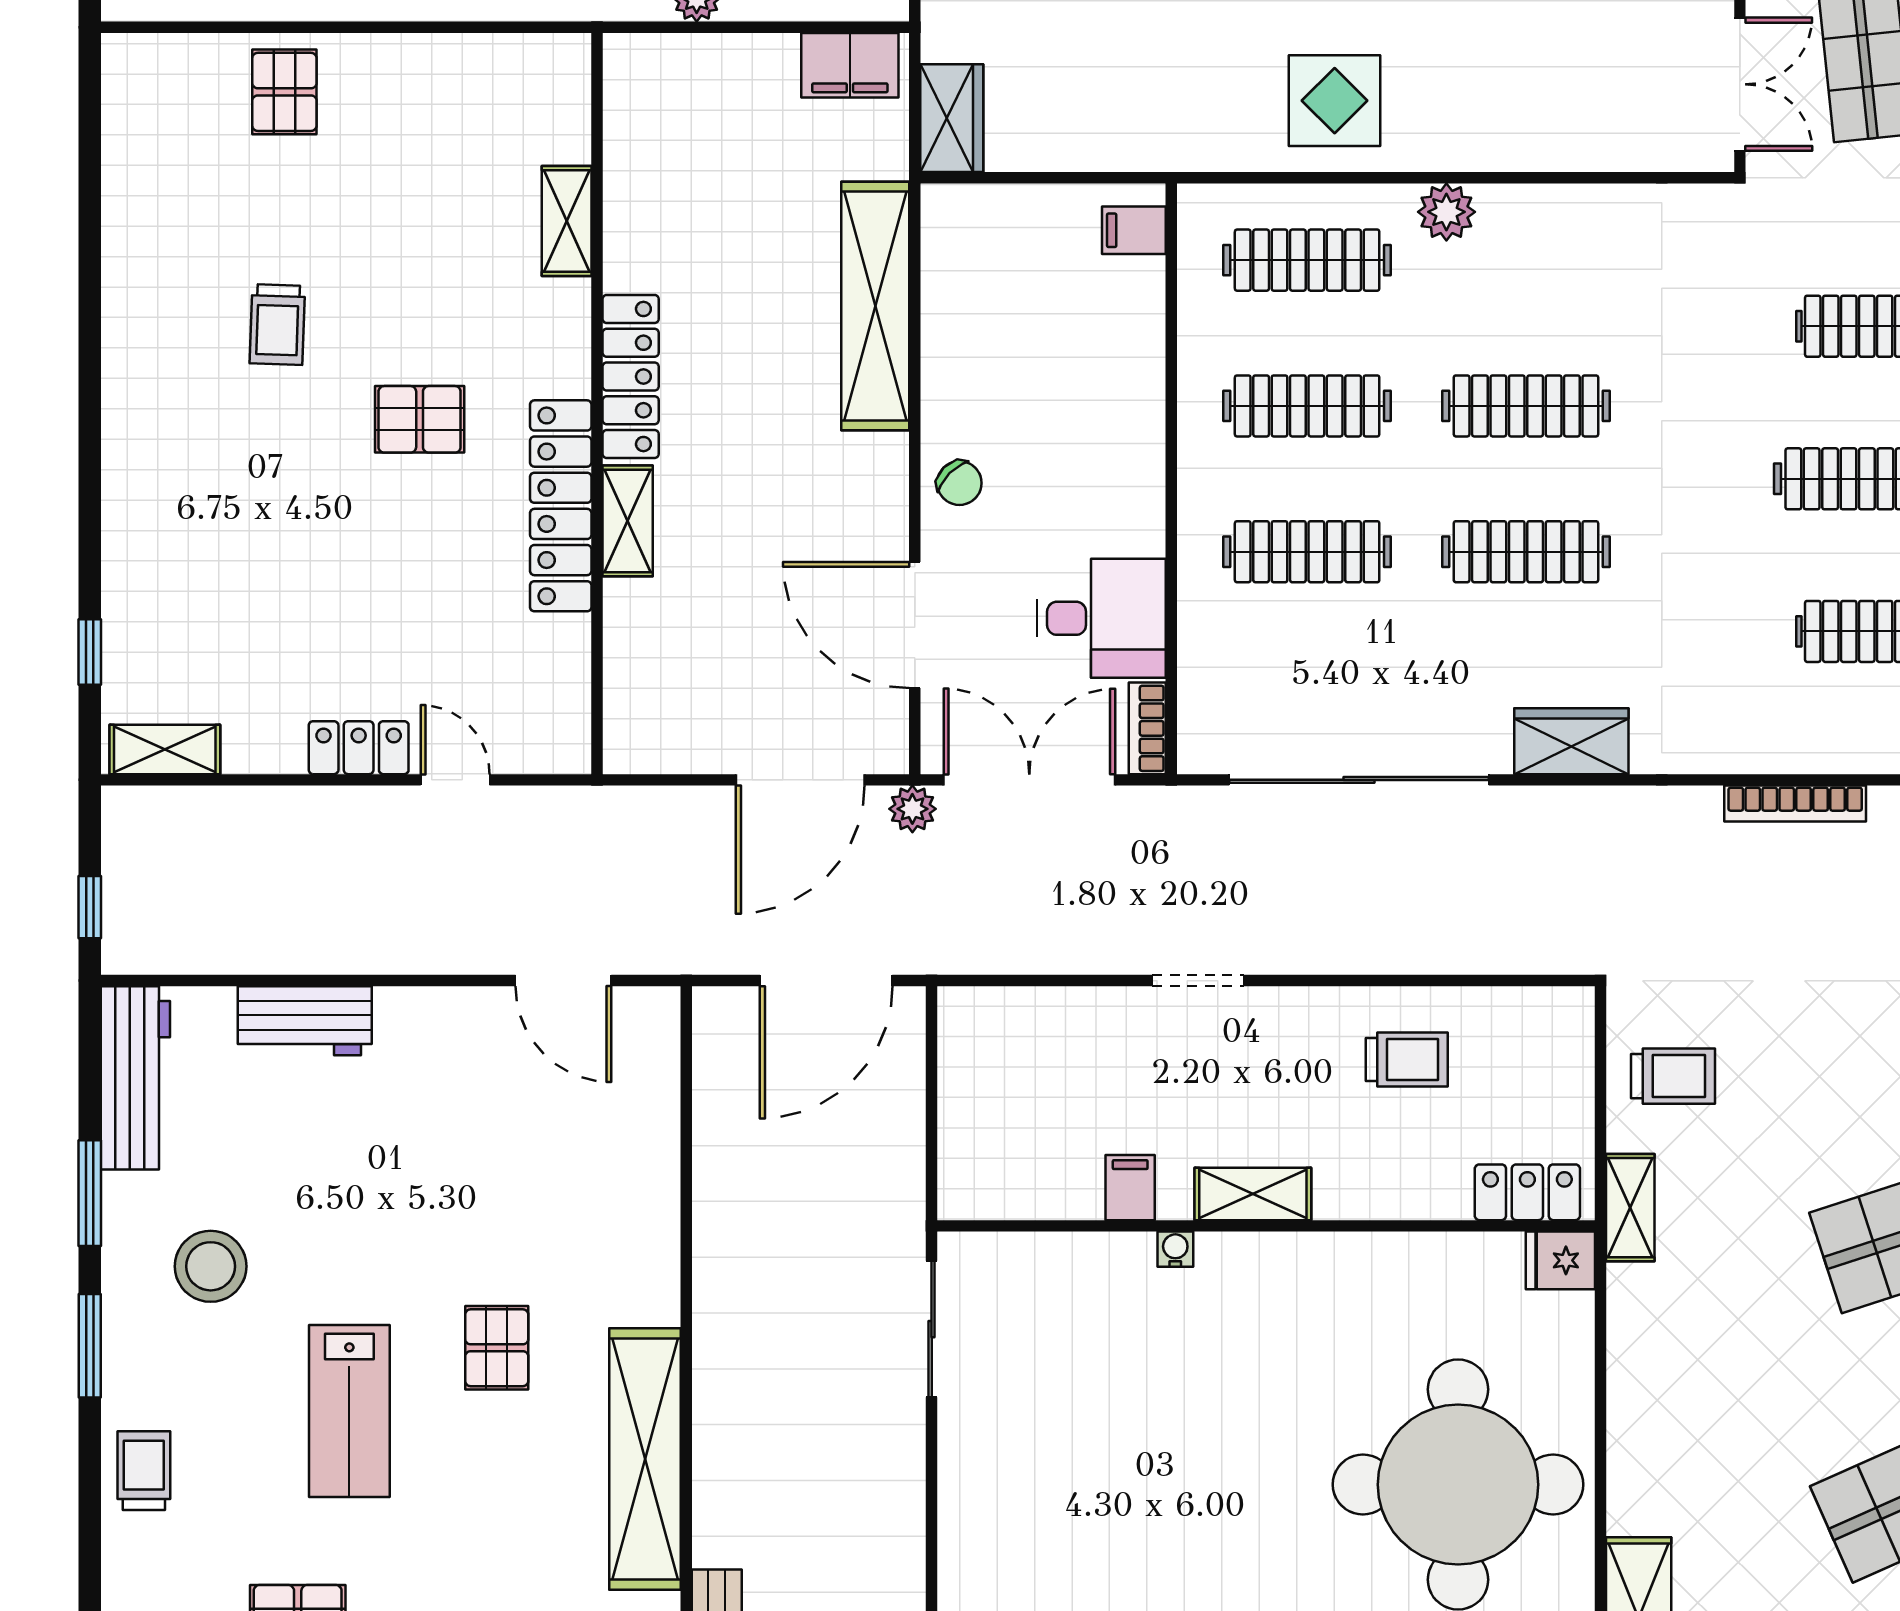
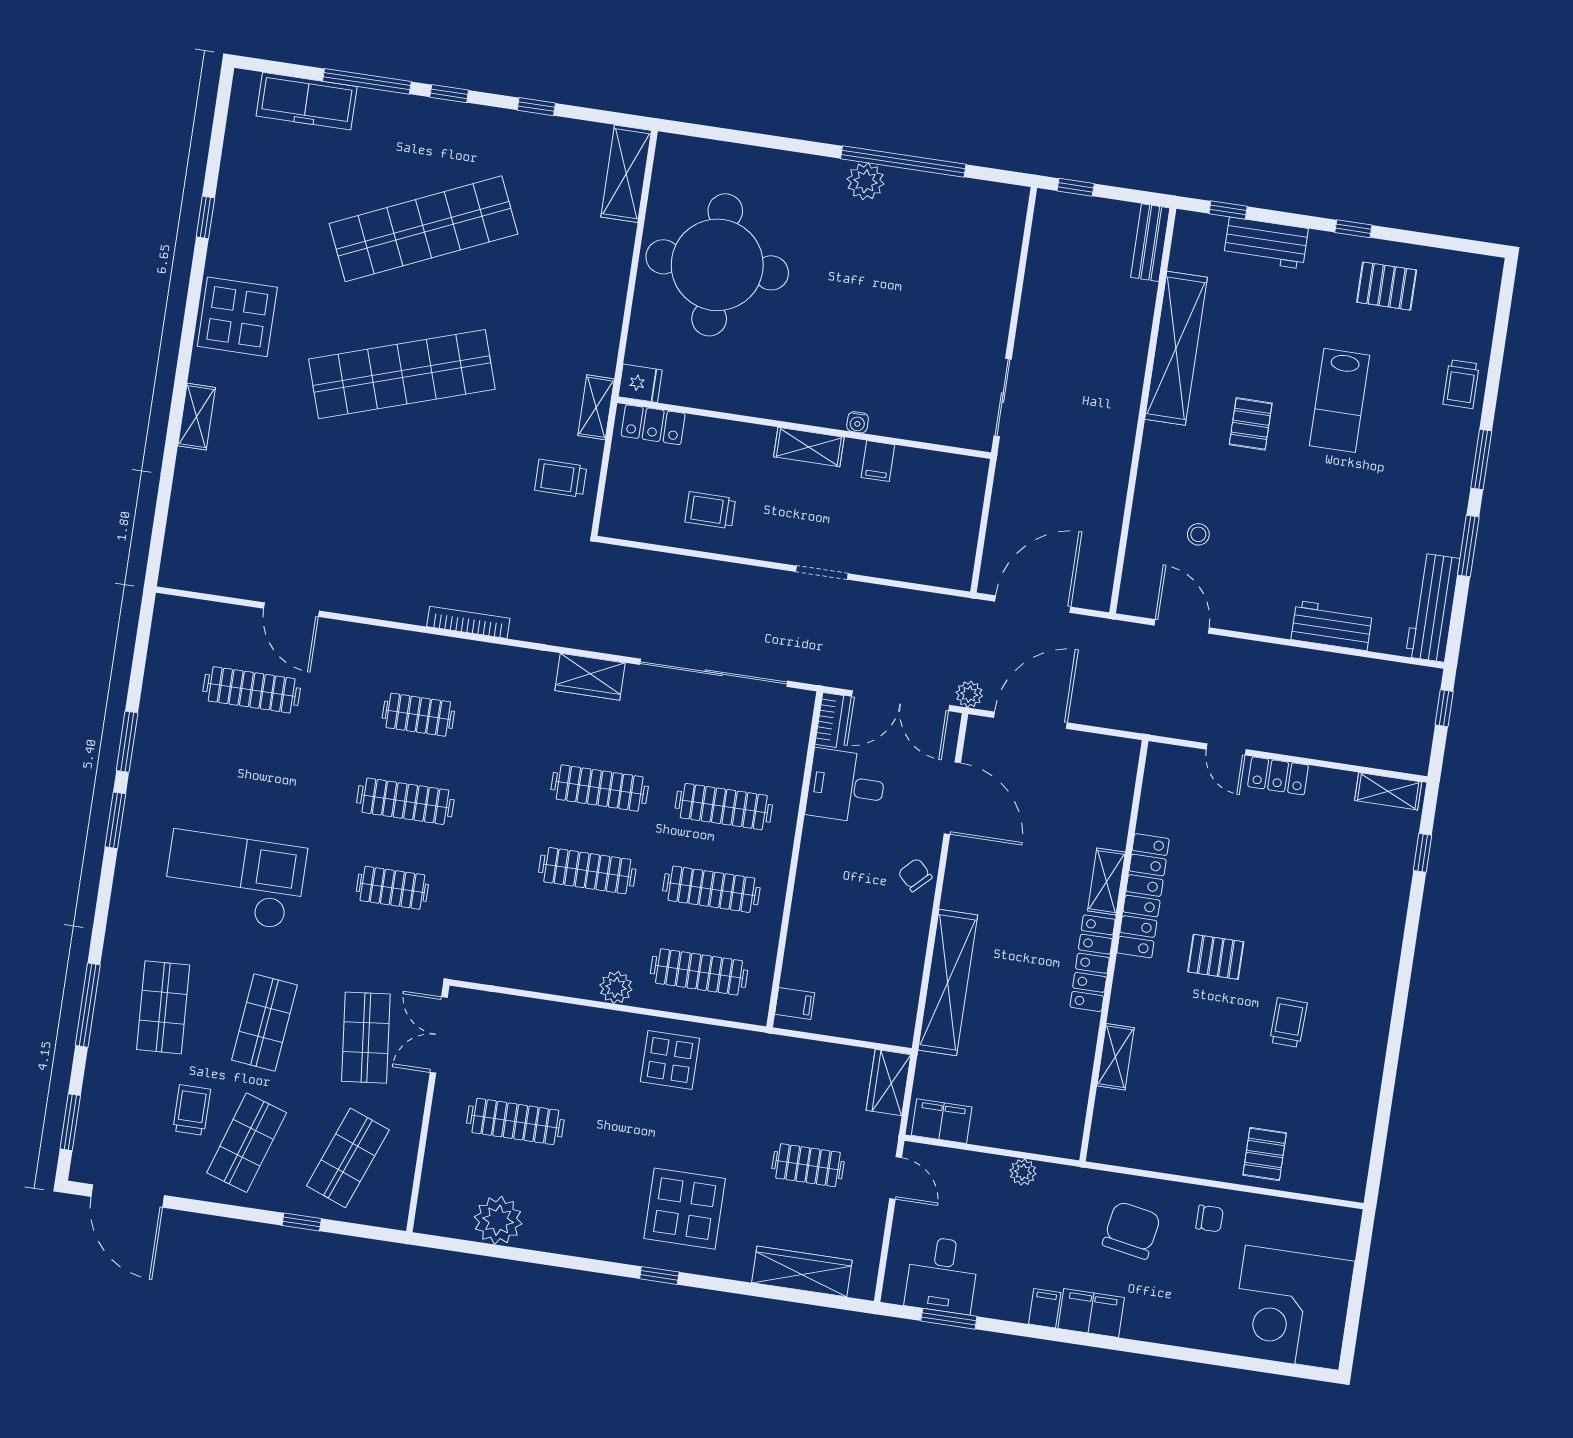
stool: (211, 1266) -> (1198, 534), moved, width x0.53, depth x0.53
lab bench: (349, 1411) -> (1340, 400), turned 180

